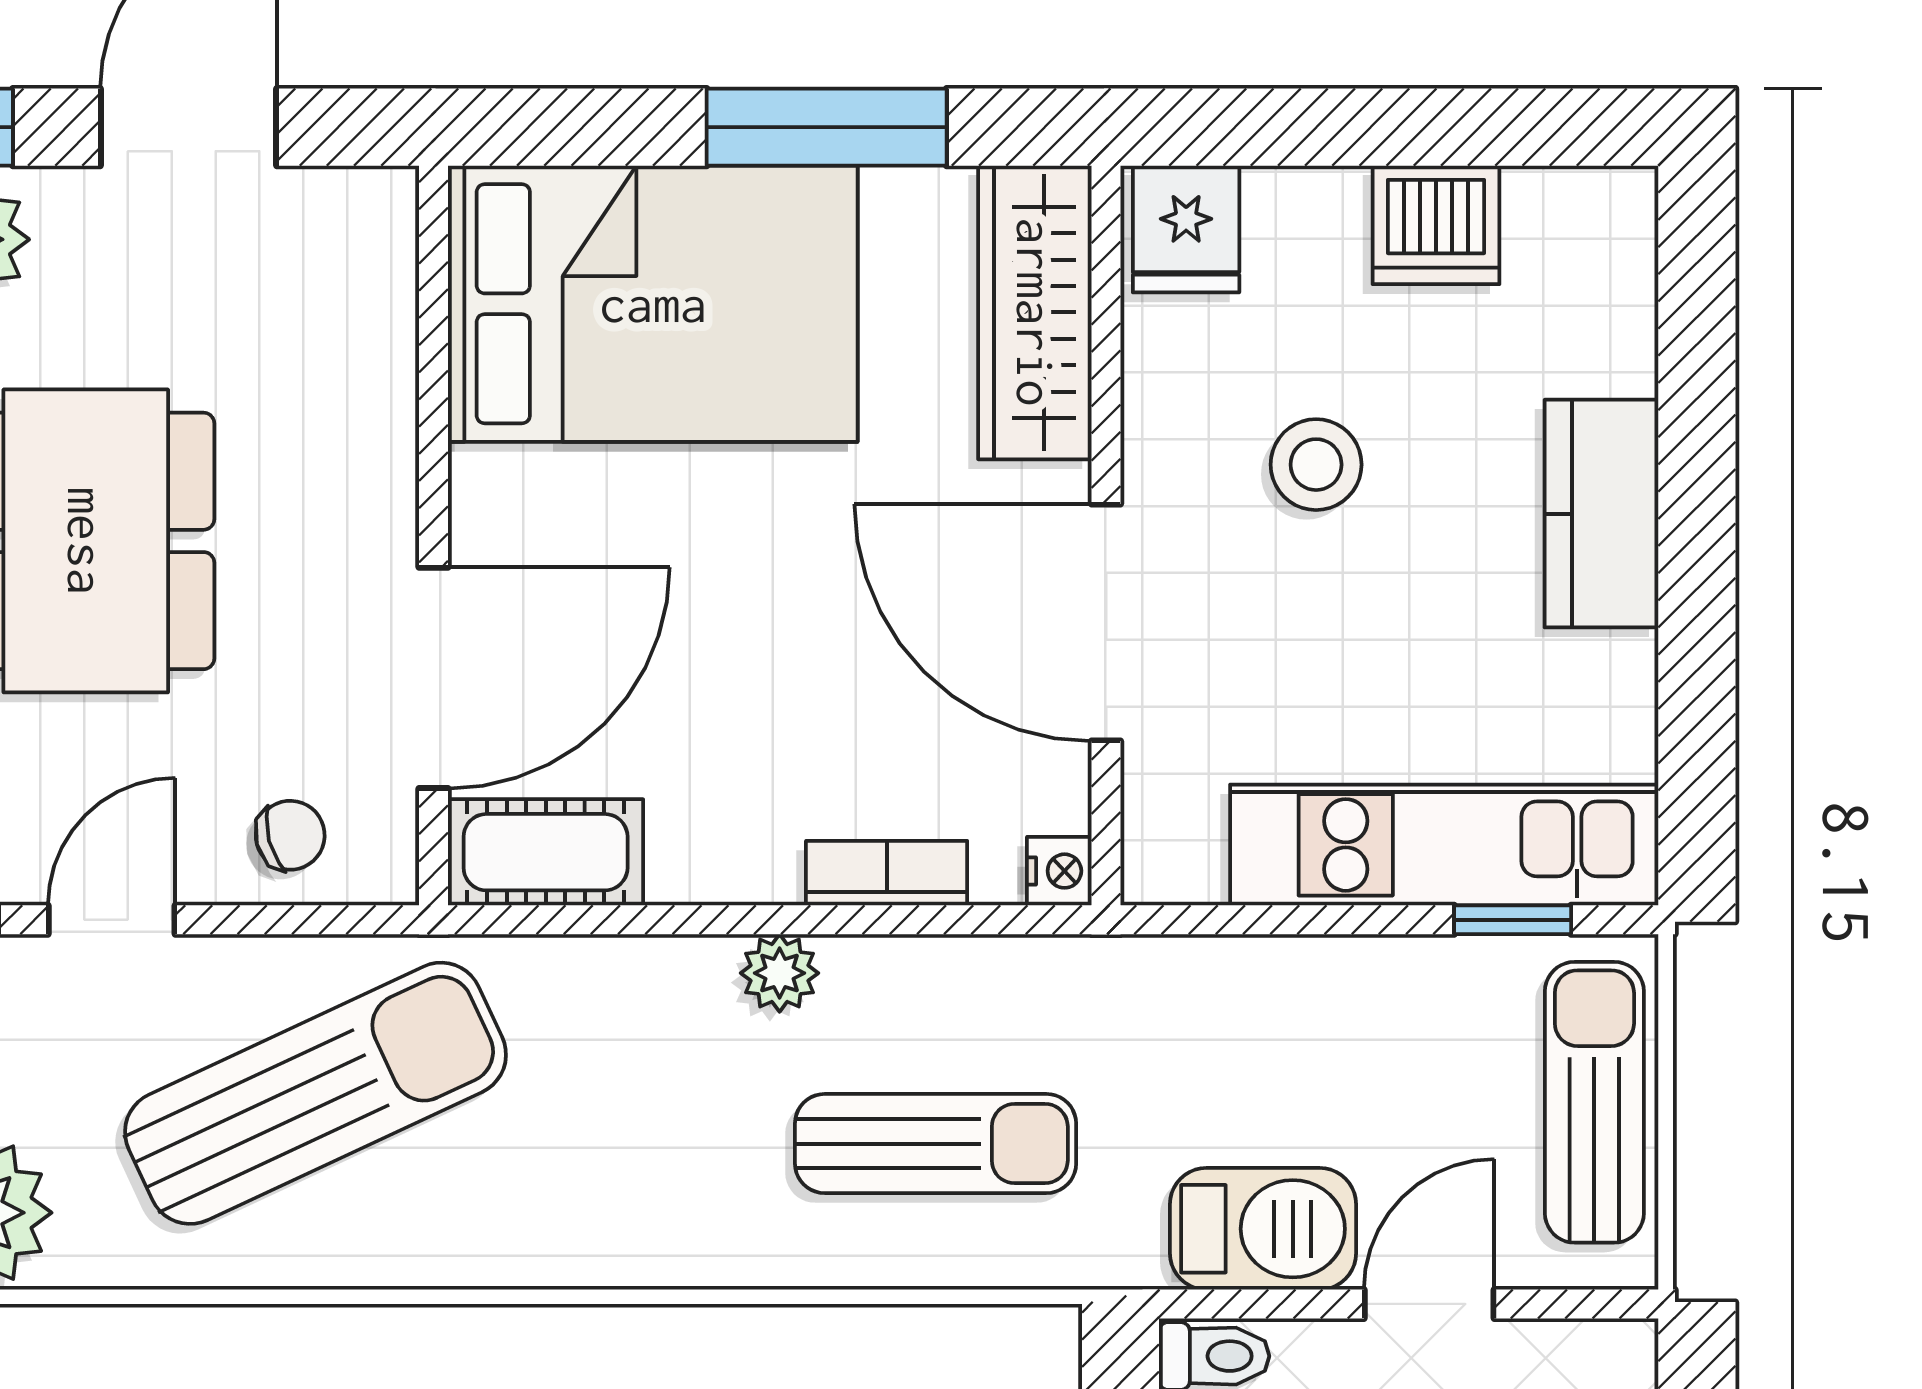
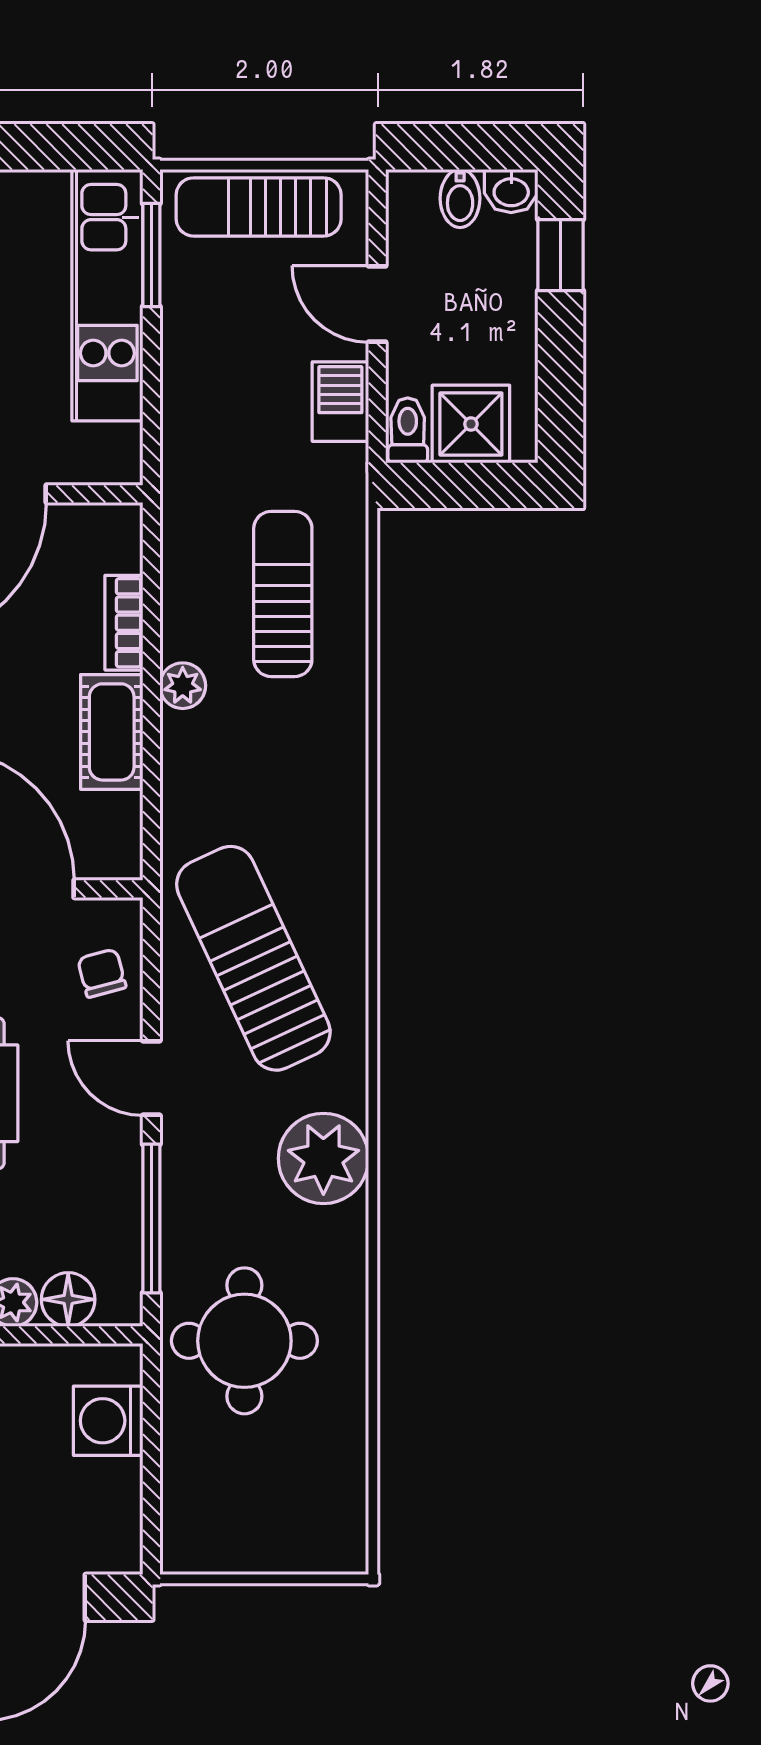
cot: (546, 852) -> (112, 732), moved
nightstand: (1059, 871) -> (123, 521), removed
window: (1513, 920) -> (151, 255), width x1.50
barbecue: (1263, 1229) -> (340, 402), width x0.73, depth x0.79

